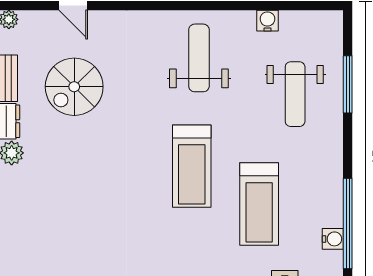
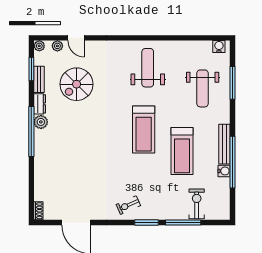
plant: (41, 20) -> (57, 46), added
water cooler: (267, 21) -> (219, 46), moved
bench: (333, 192) -> (224, 144), added

